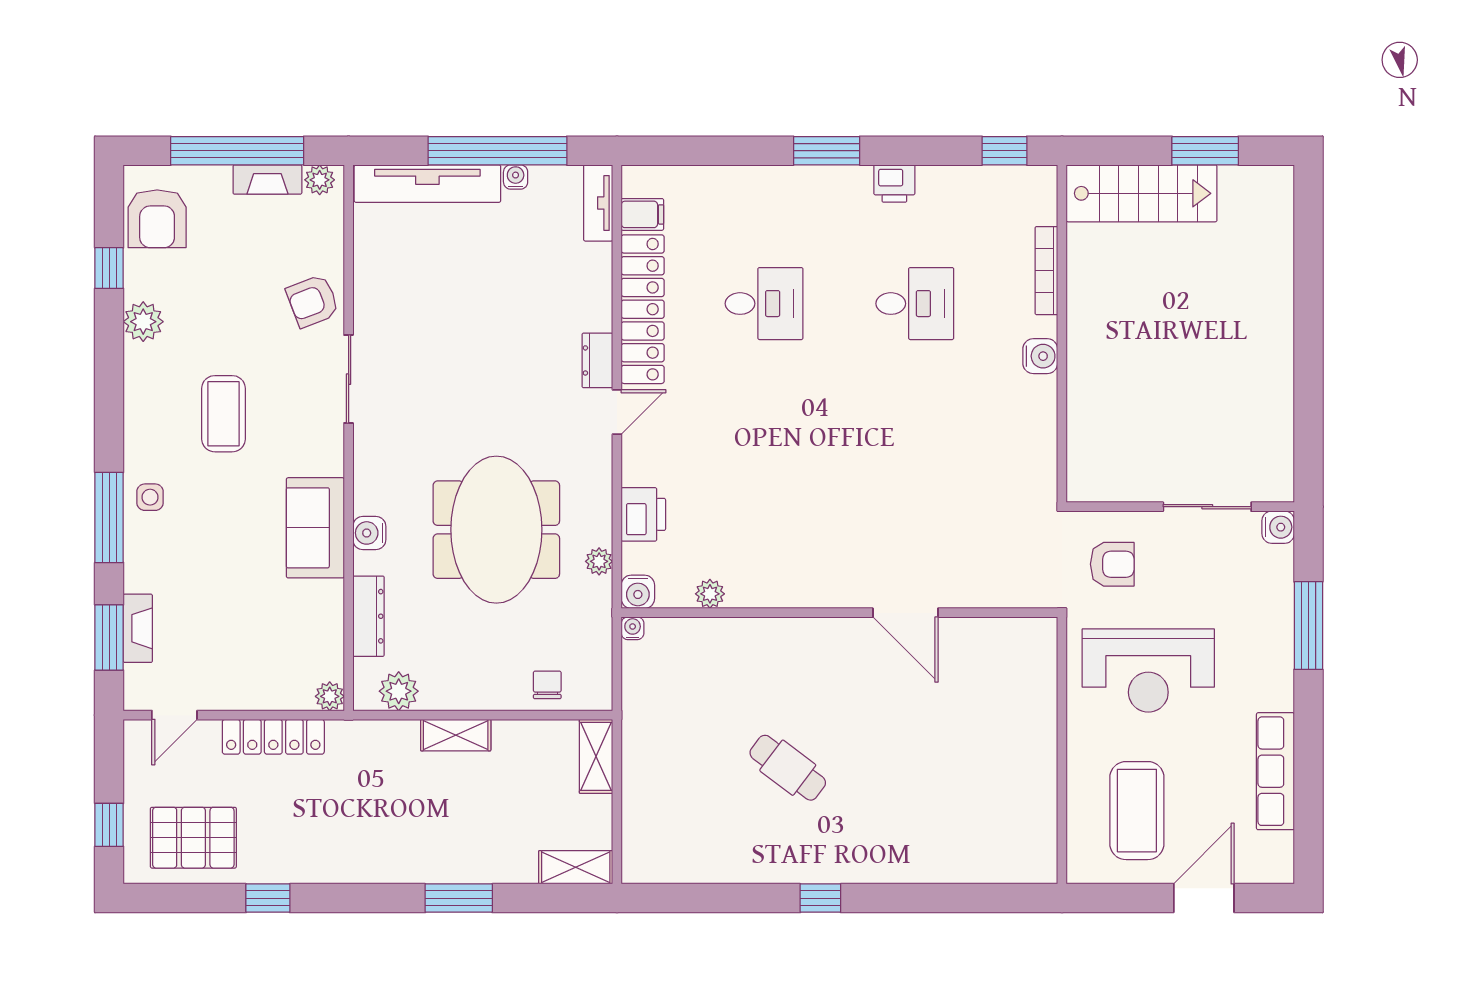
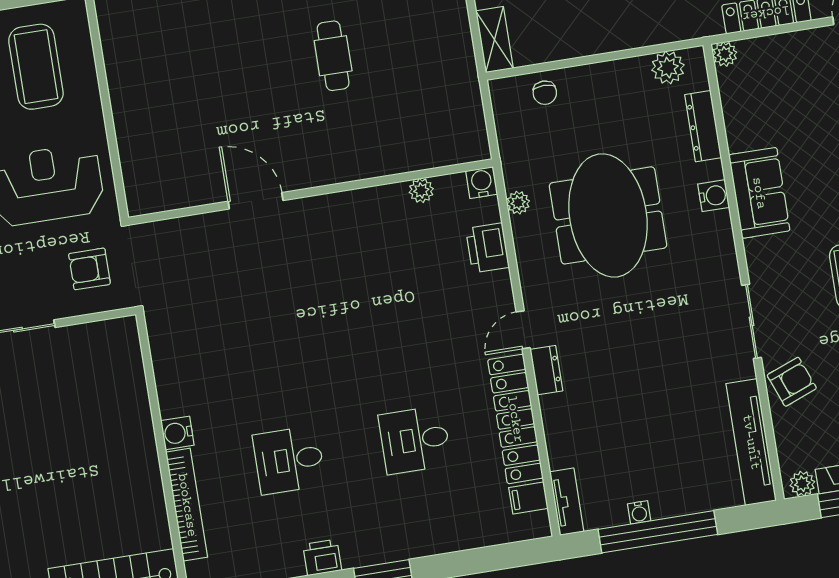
tv unit: (427, 184) -> (751, 442), moved, turned -90
bookcase: (1046, 271) -> (187, 505), width x1.48, depth x1.31
water cooler: (633, 628) -> (481, 151), removed
shelving: (456, 735) -> (614, 39), removed
cafe table: (788, 768) -> (333, 56), turned 53

